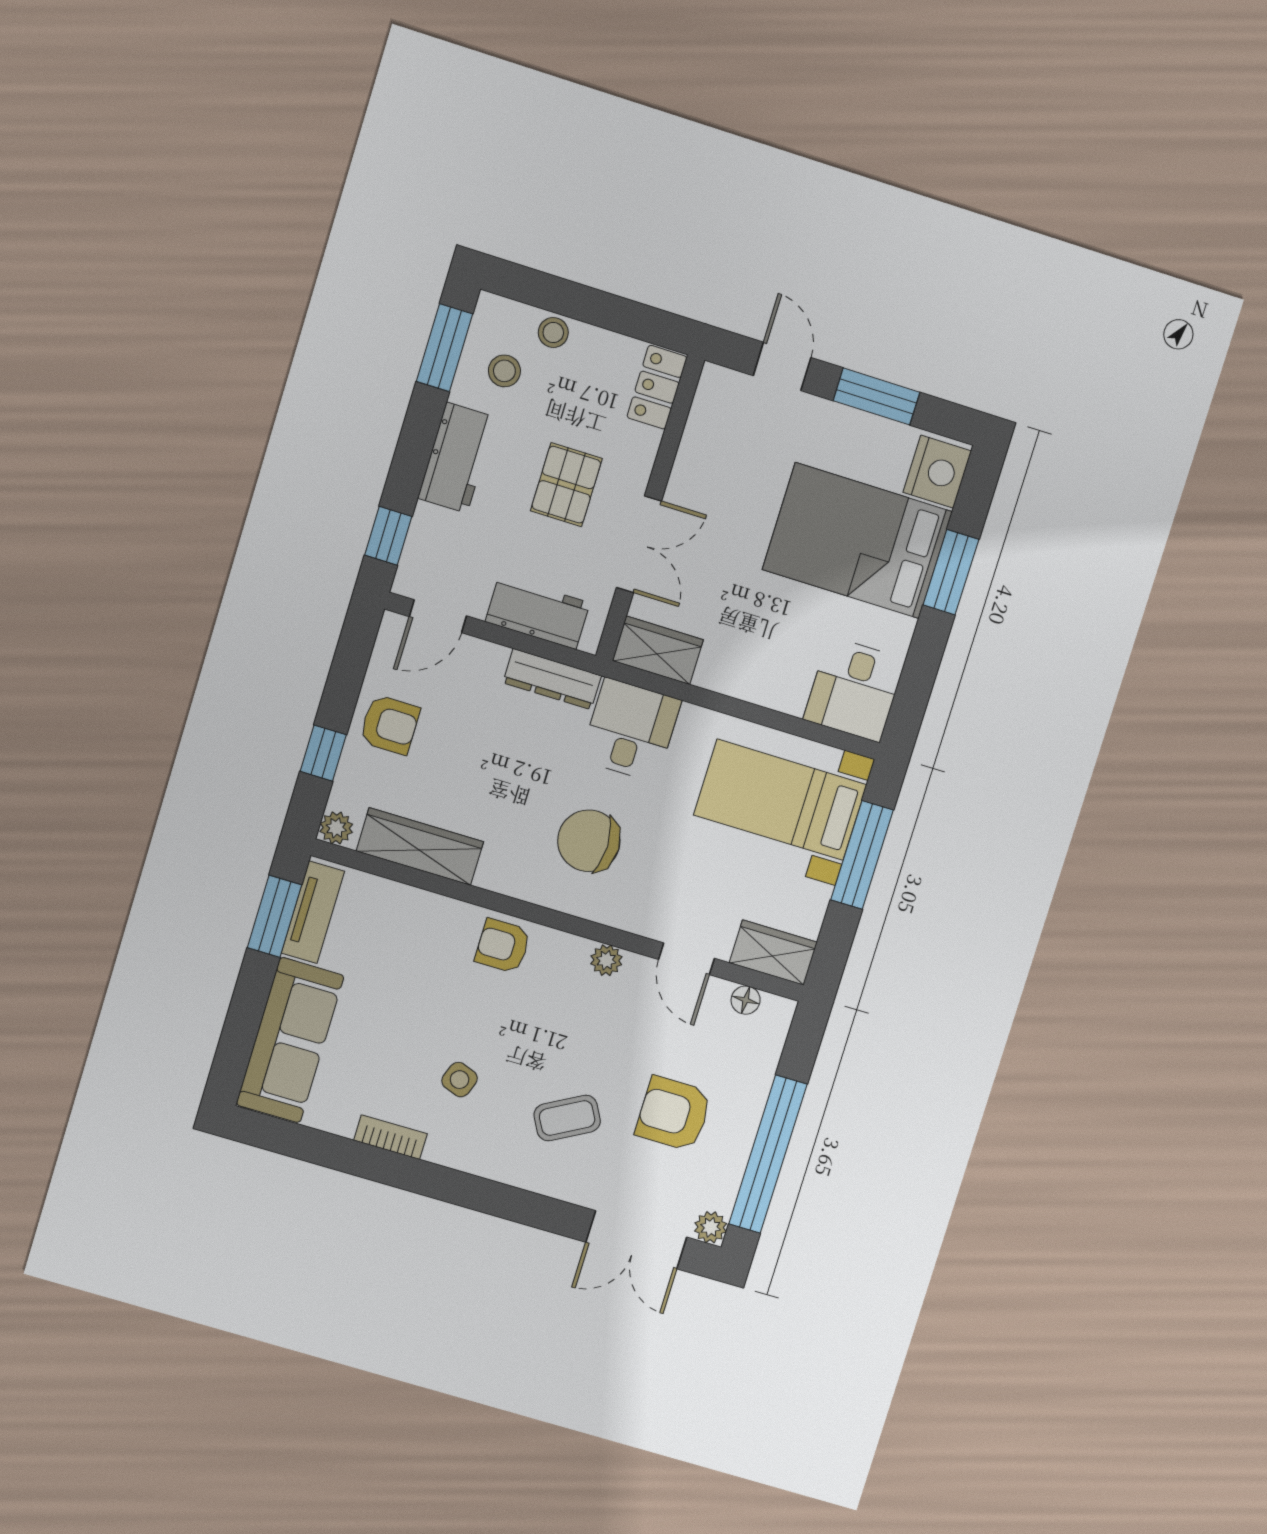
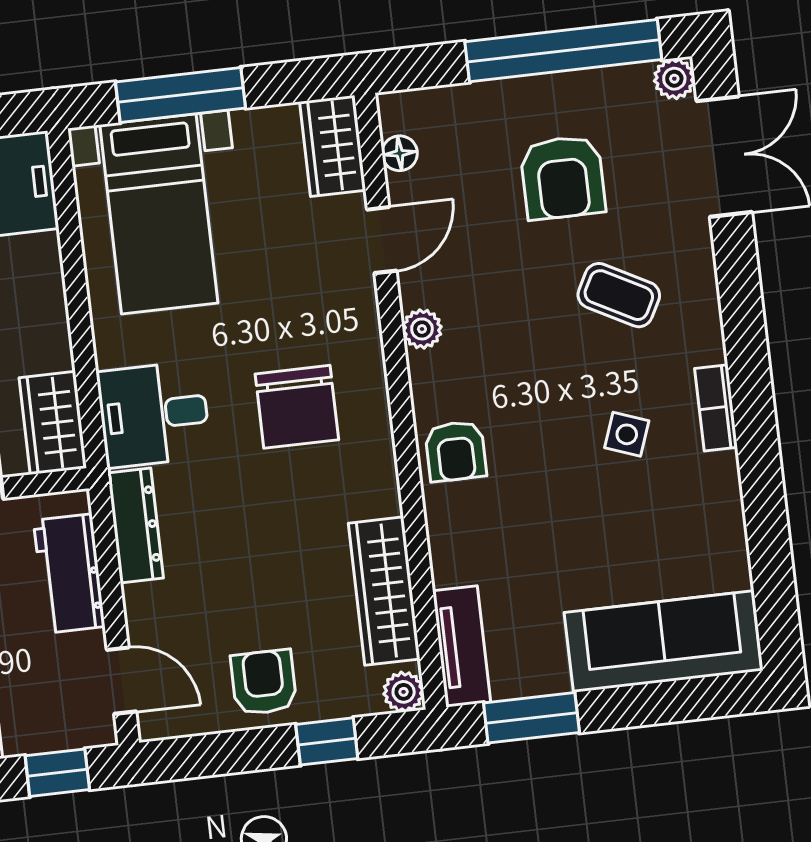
tv unit: (313, 912) -> (462, 646), moved, turned 90
coffee table: (567, 1118) -> (619, 295), turned -33
bookcase: (390, 1137) -> (716, 408), moved

